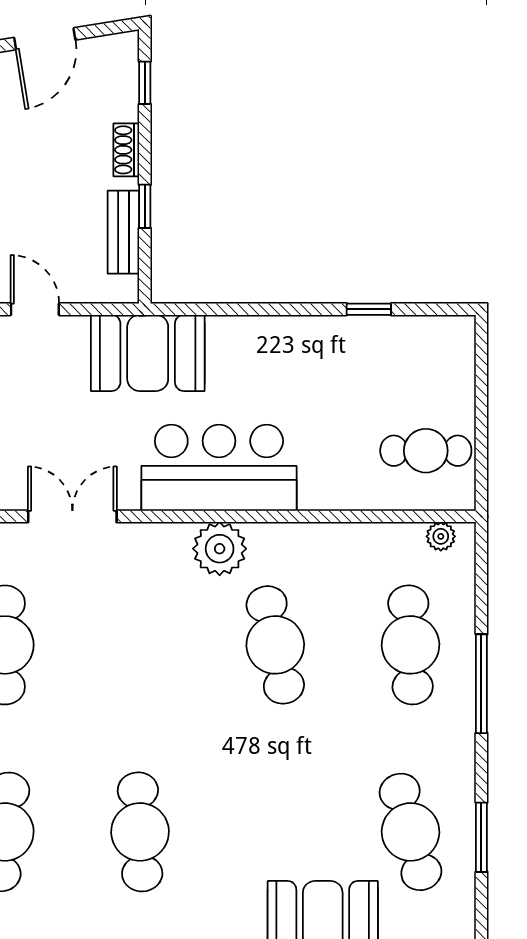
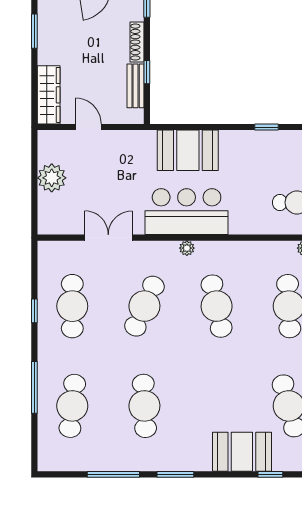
shoe rack: (126, 150) -> (137, 42), width x1.43
booth: (148, 353) -> (188, 150), moved
plant: (220, 549) -> (187, 248), width x0.53, depth x0.53
cafe table: (140, 645) -> (144, 306), added

